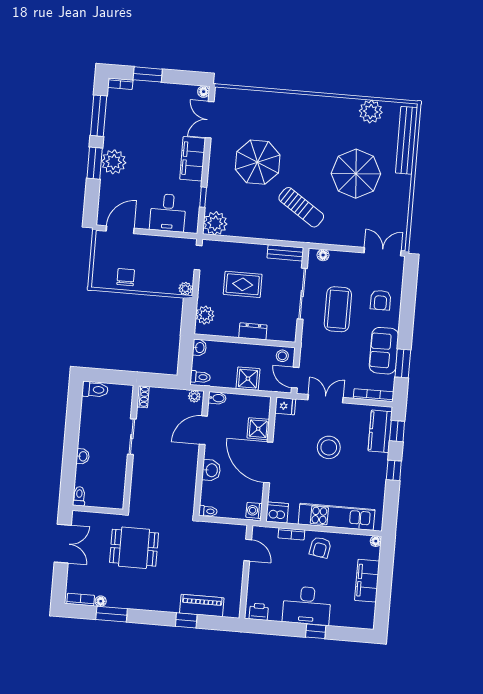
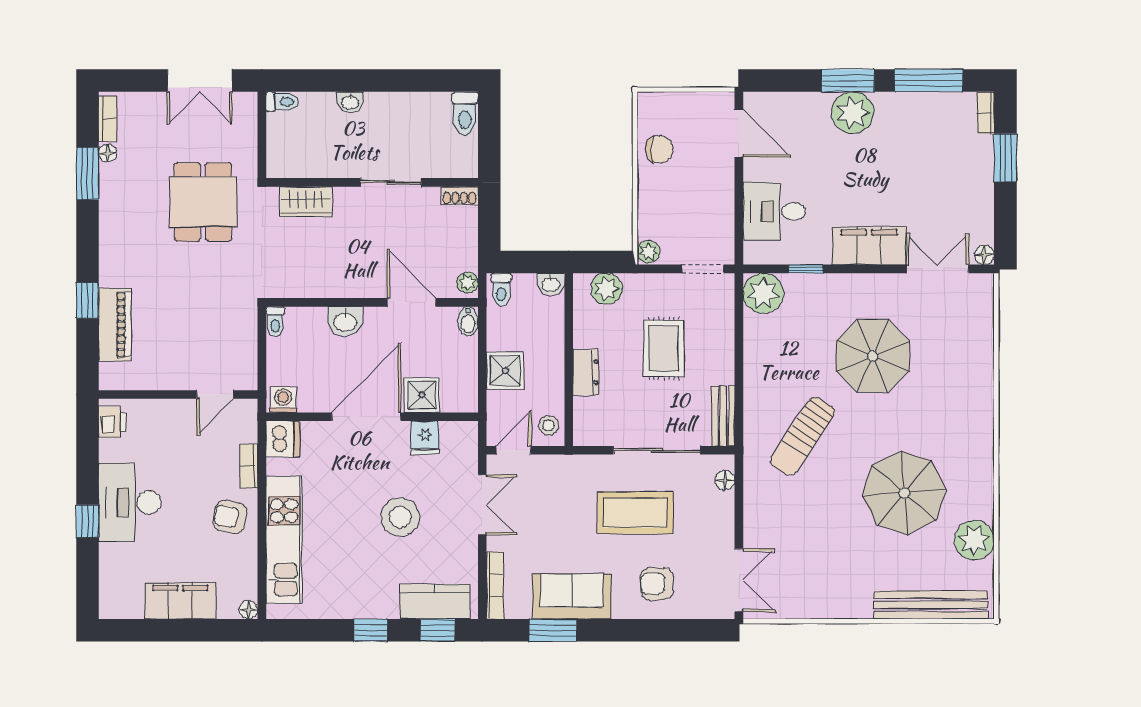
parasol: (356, 174) -> (904, 493), moved
fridge: (285, 406) -> (425, 438), moved
wardrobe: (139, 487) -> (306, 202), added

